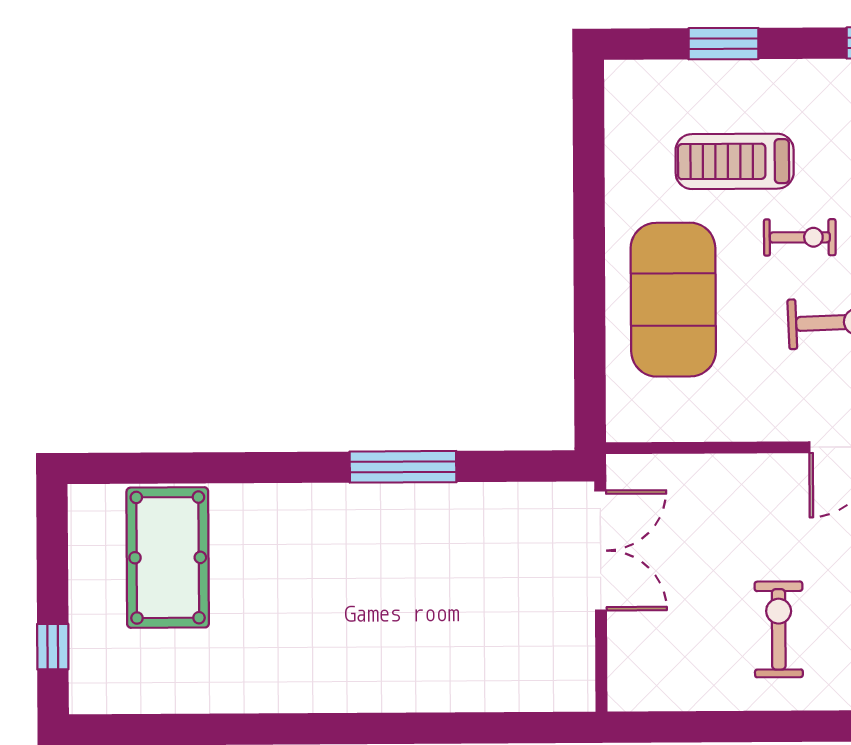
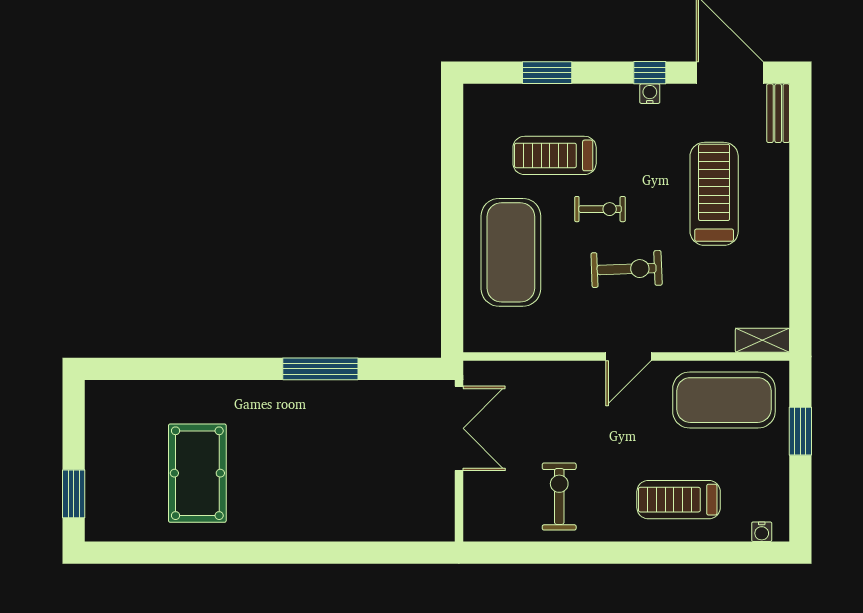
pool table: (168, 558) -> (197, 473), moved
exercise bike: (779, 629) -> (559, 496), moved
window: (53, 647) -> (74, 494), width x1.50

